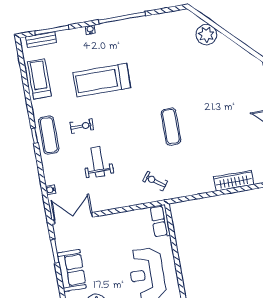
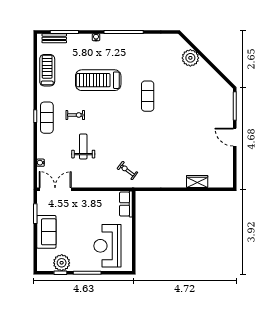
exercise mat: (171, 127) -> (148, 96), moved
wardrobe: (234, 181) -> (197, 181), width x0.67

